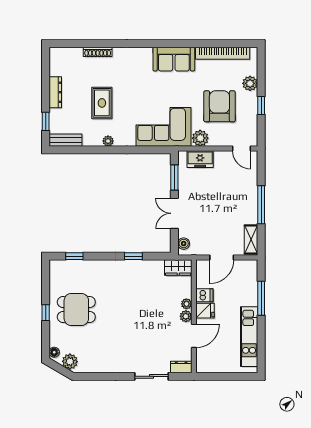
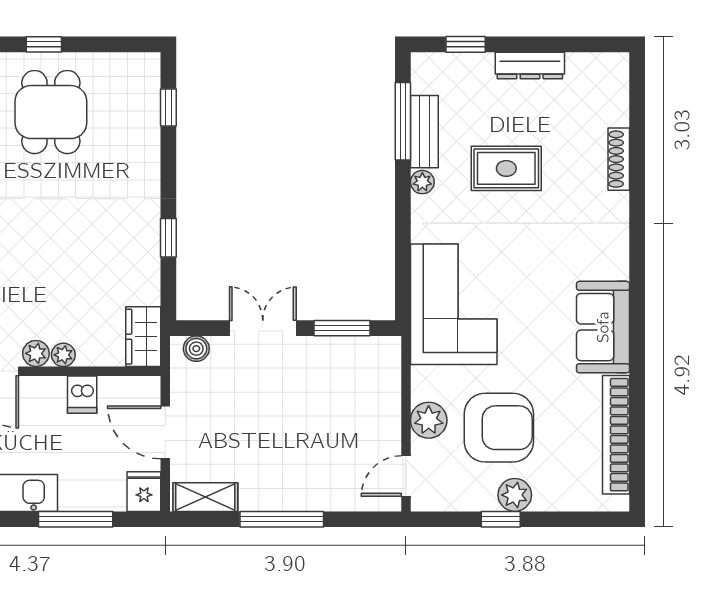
plant: (250, 83) -> (515, 495), moved
plant: (200, 138) -> (429, 420), moved
bench: (66, 140) -> (424, 132), moved
window: (80, 150) -> (403, 121), added
freezer: (200, 159) -> (383, 385), removed
fridge: (205, 311) -> (144, 492), moved, turned 180

